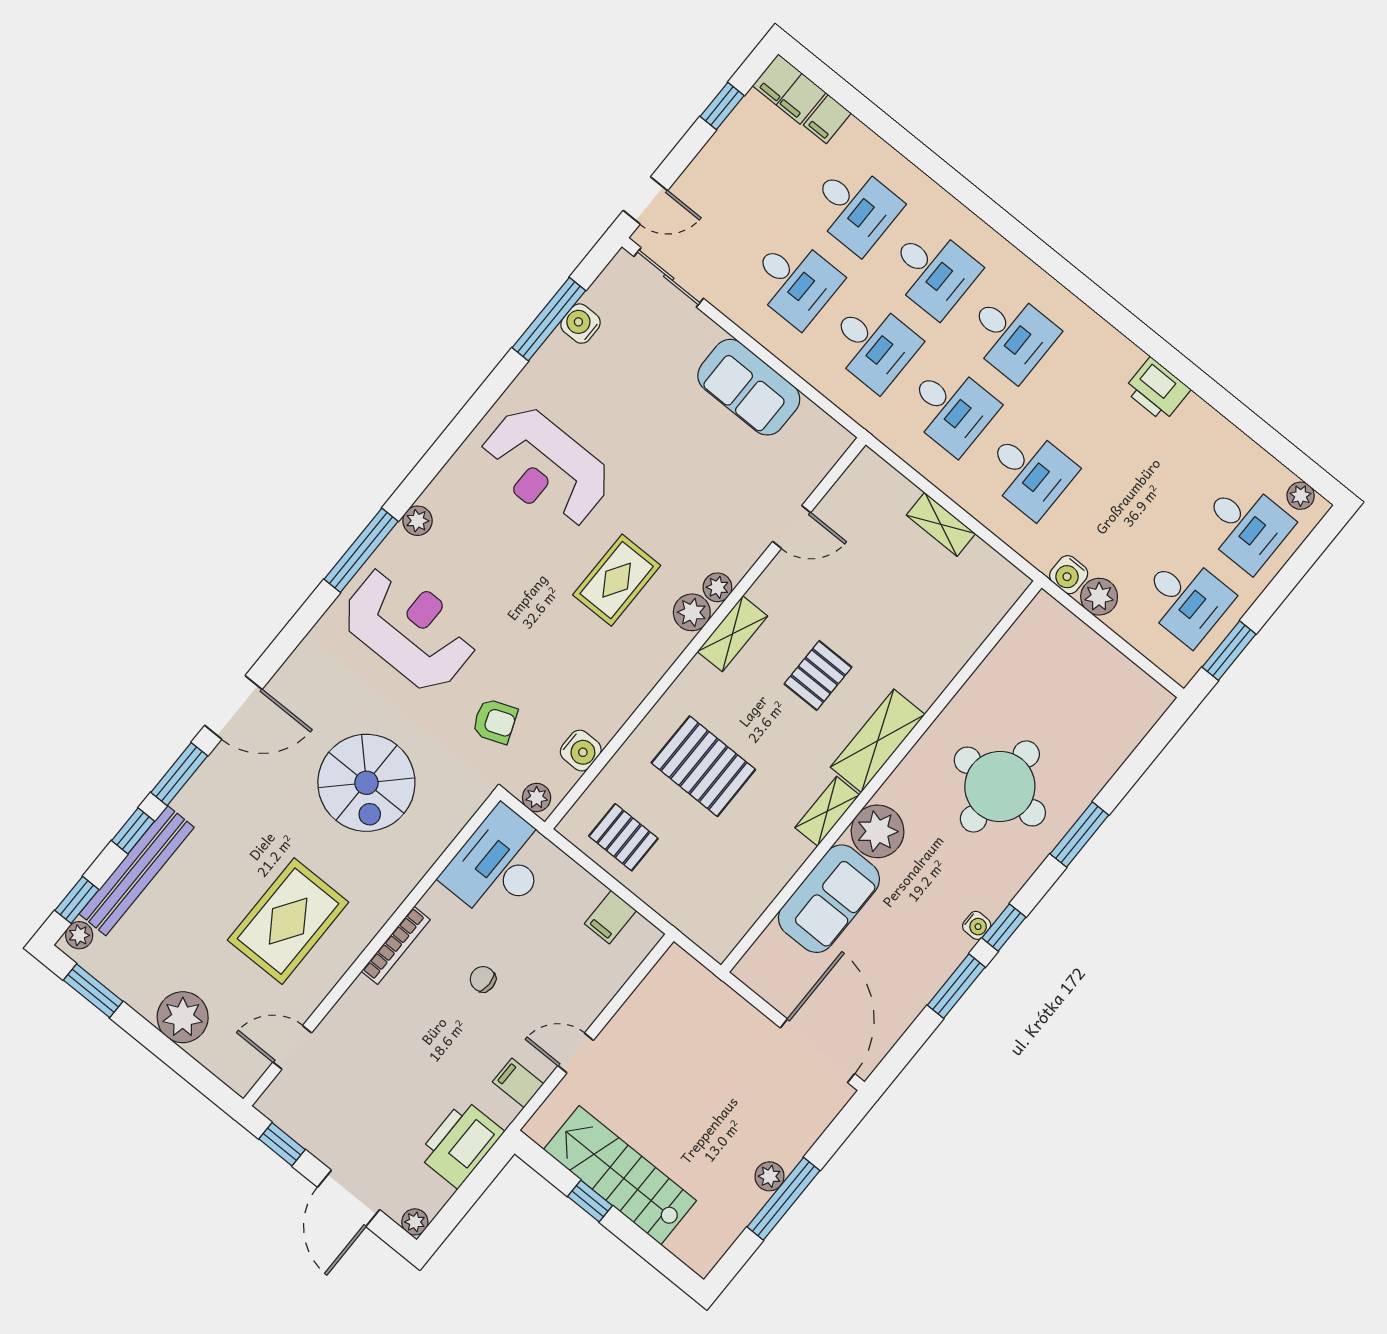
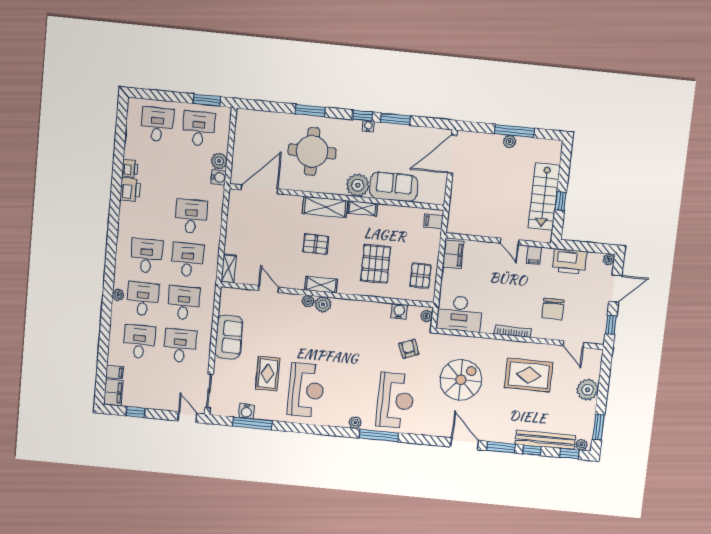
printer: (1197, 417) -> (130, 168), added
plant: (1301, 496) -> (118, 295), moved
shelving: (941, 524) -> (229, 268), moved
rug: (617, 580) -> (268, 373), moved, turned 90
reception desk: (410, 628) -> (395, 400), turned 180
door: (994, 637) -> (259, 189), added
filing cabinet: (610, 917) -> (453, 254), width x2.00
filing cabinet: (712, 931) -> (434, 221), added
chair: (483, 979) -> (553, 309), moved, width x1.87, depth x1.87

